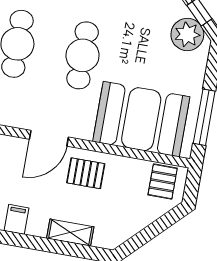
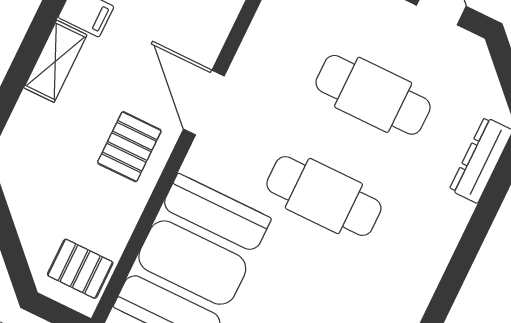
shelving: (70, 233) -> (55, 61), moved

